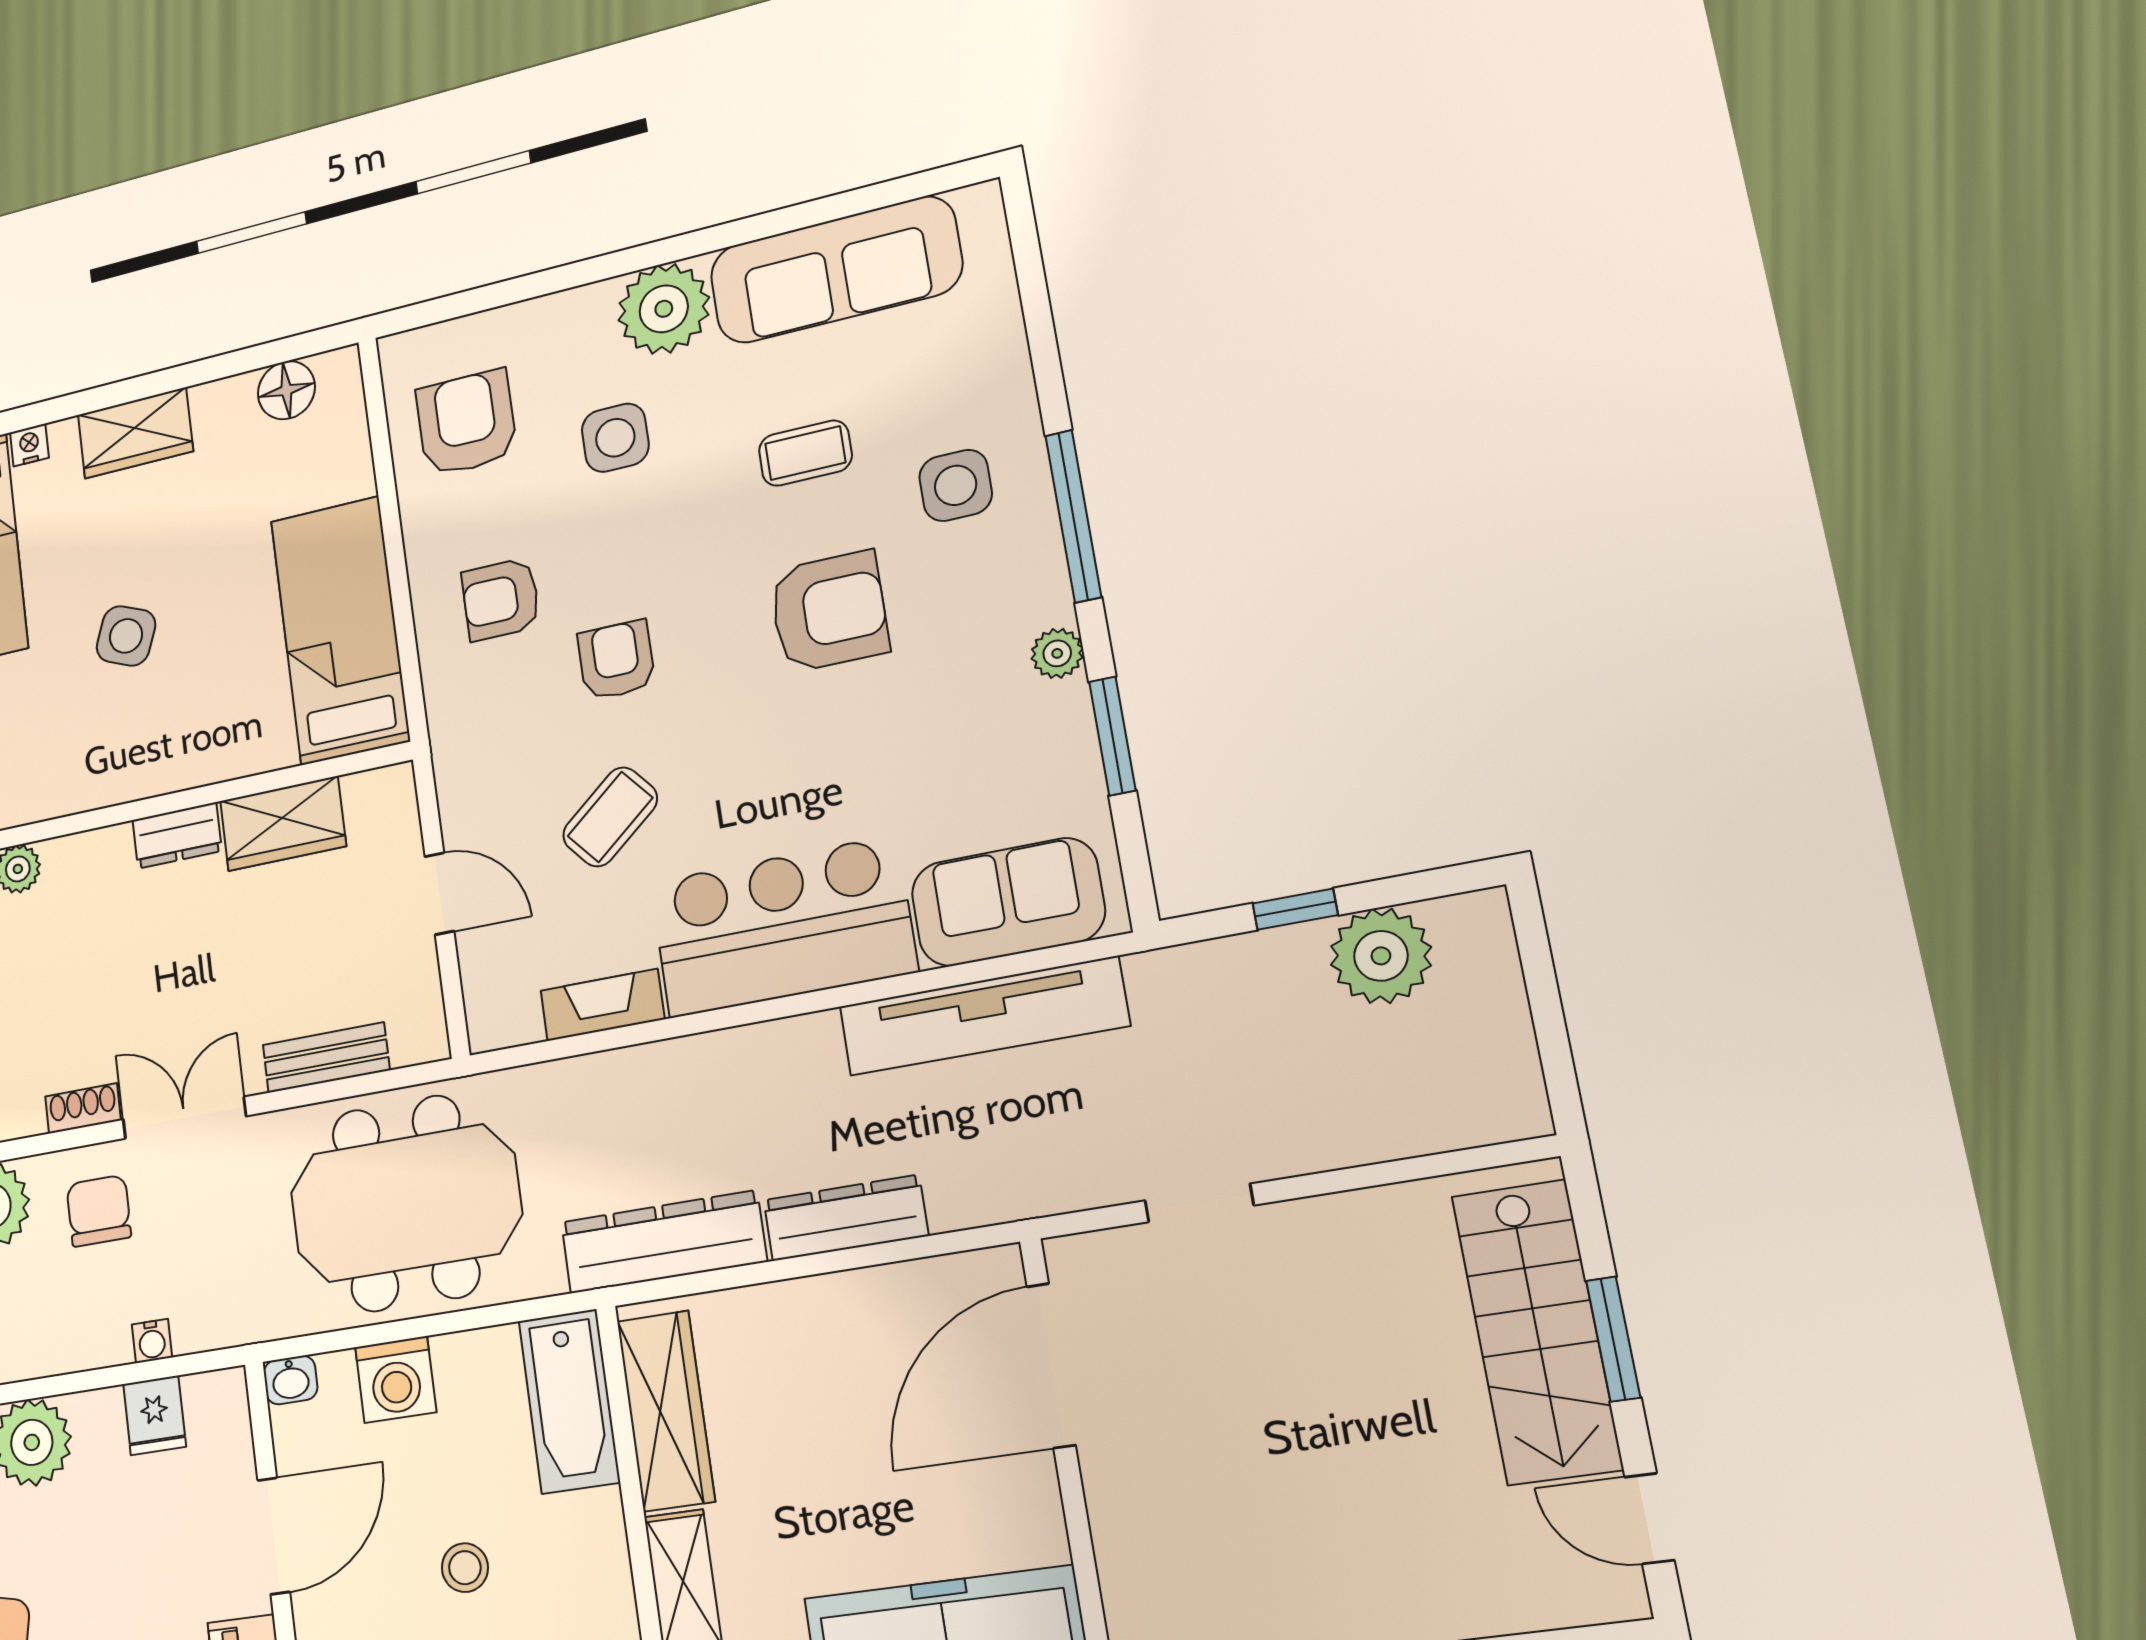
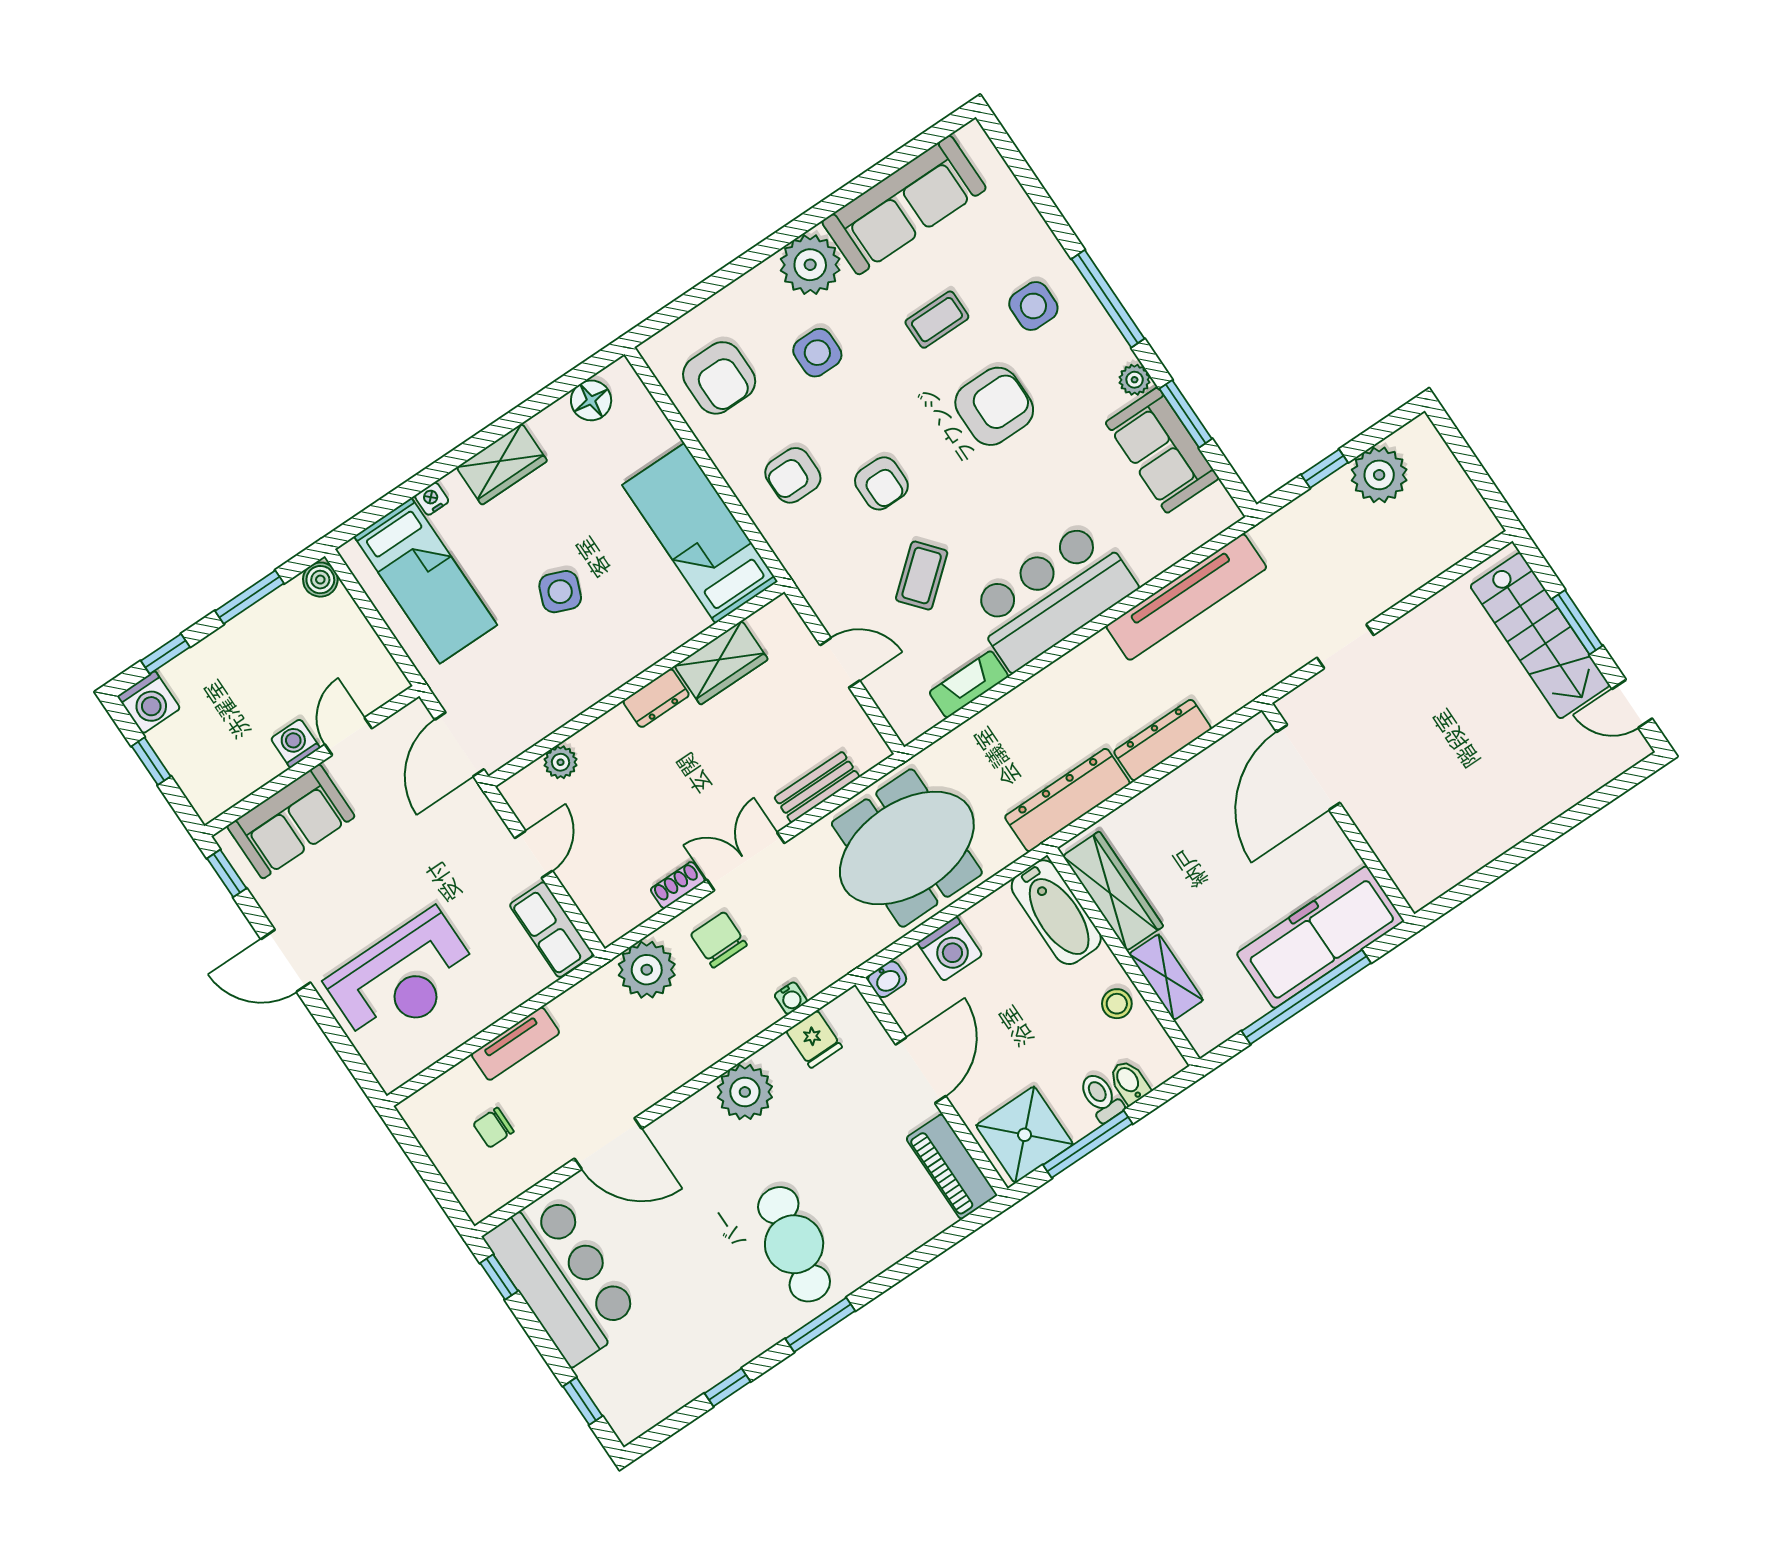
armchair: (466, 423) -> (719, 378), turned 180
armchair: (616, 660) -> (881, 483), turned 180
sofa: (1008, 902) -> (1162, 450), moved, turned -90
stool: (465, 1568) -> (1117, 1004), moved

